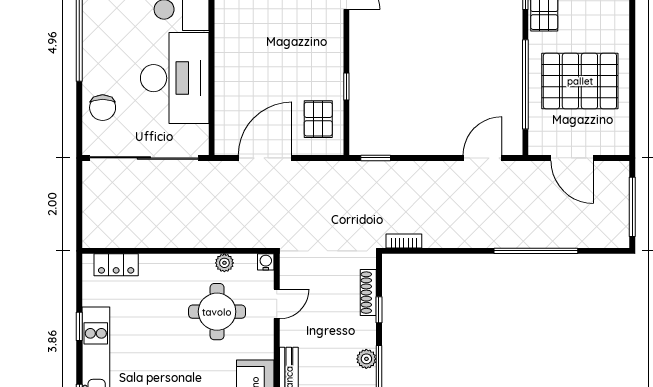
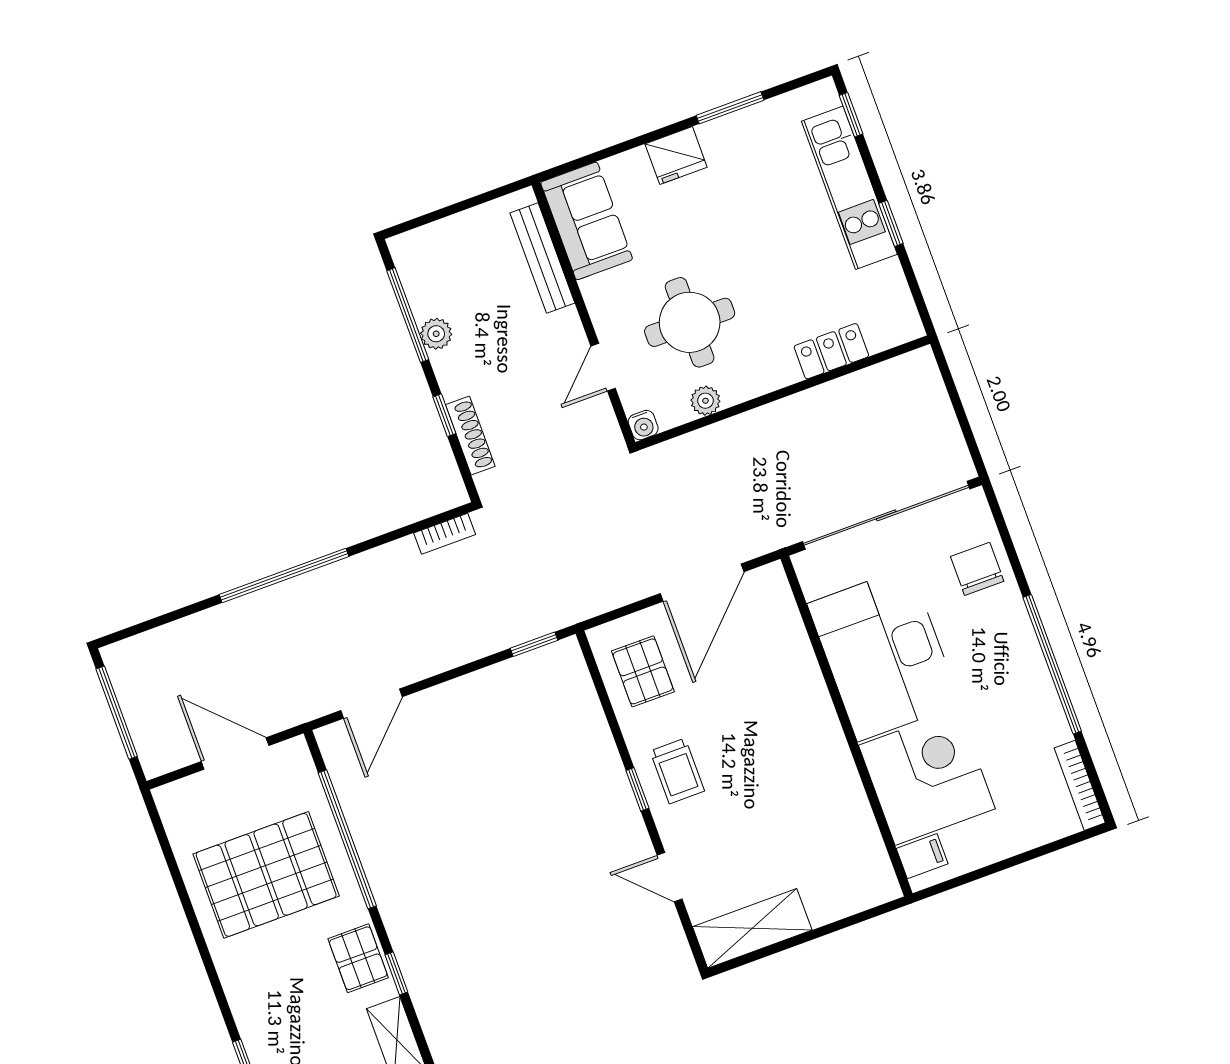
trolley: (319, 54) -> (677, 771), added
window: (346, 86) -> (637, 789), moved
window: (536, 251) -> (284, 575), moved
locker: (116, 265) -> (831, 351), moved

